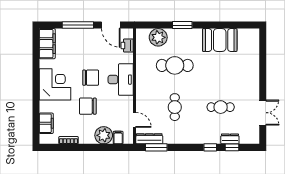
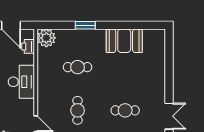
plant: (158, 37) -> (46, 38), moved
cafe table: (175, 65) -> (78, 67), width x0.73, depth x0.74

